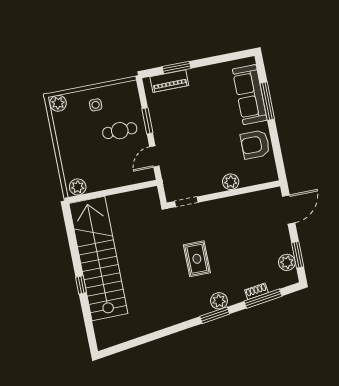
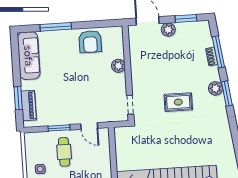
sofa: (250, 95) -> (29, 56), moved, turned -90
plant: (287, 262) -> (168, 30), moved

